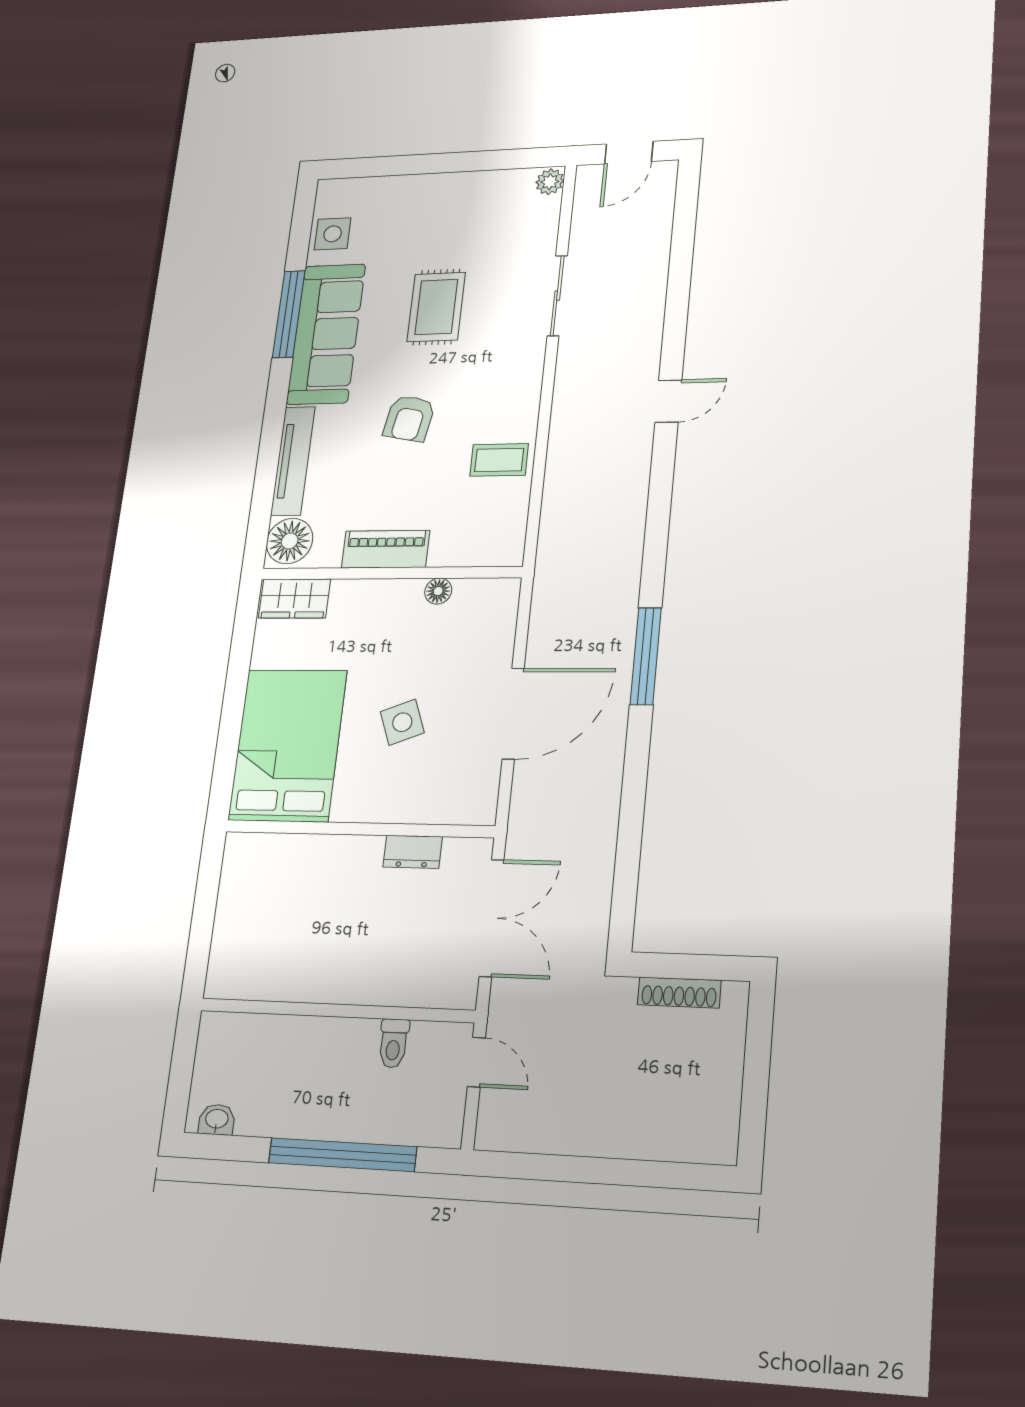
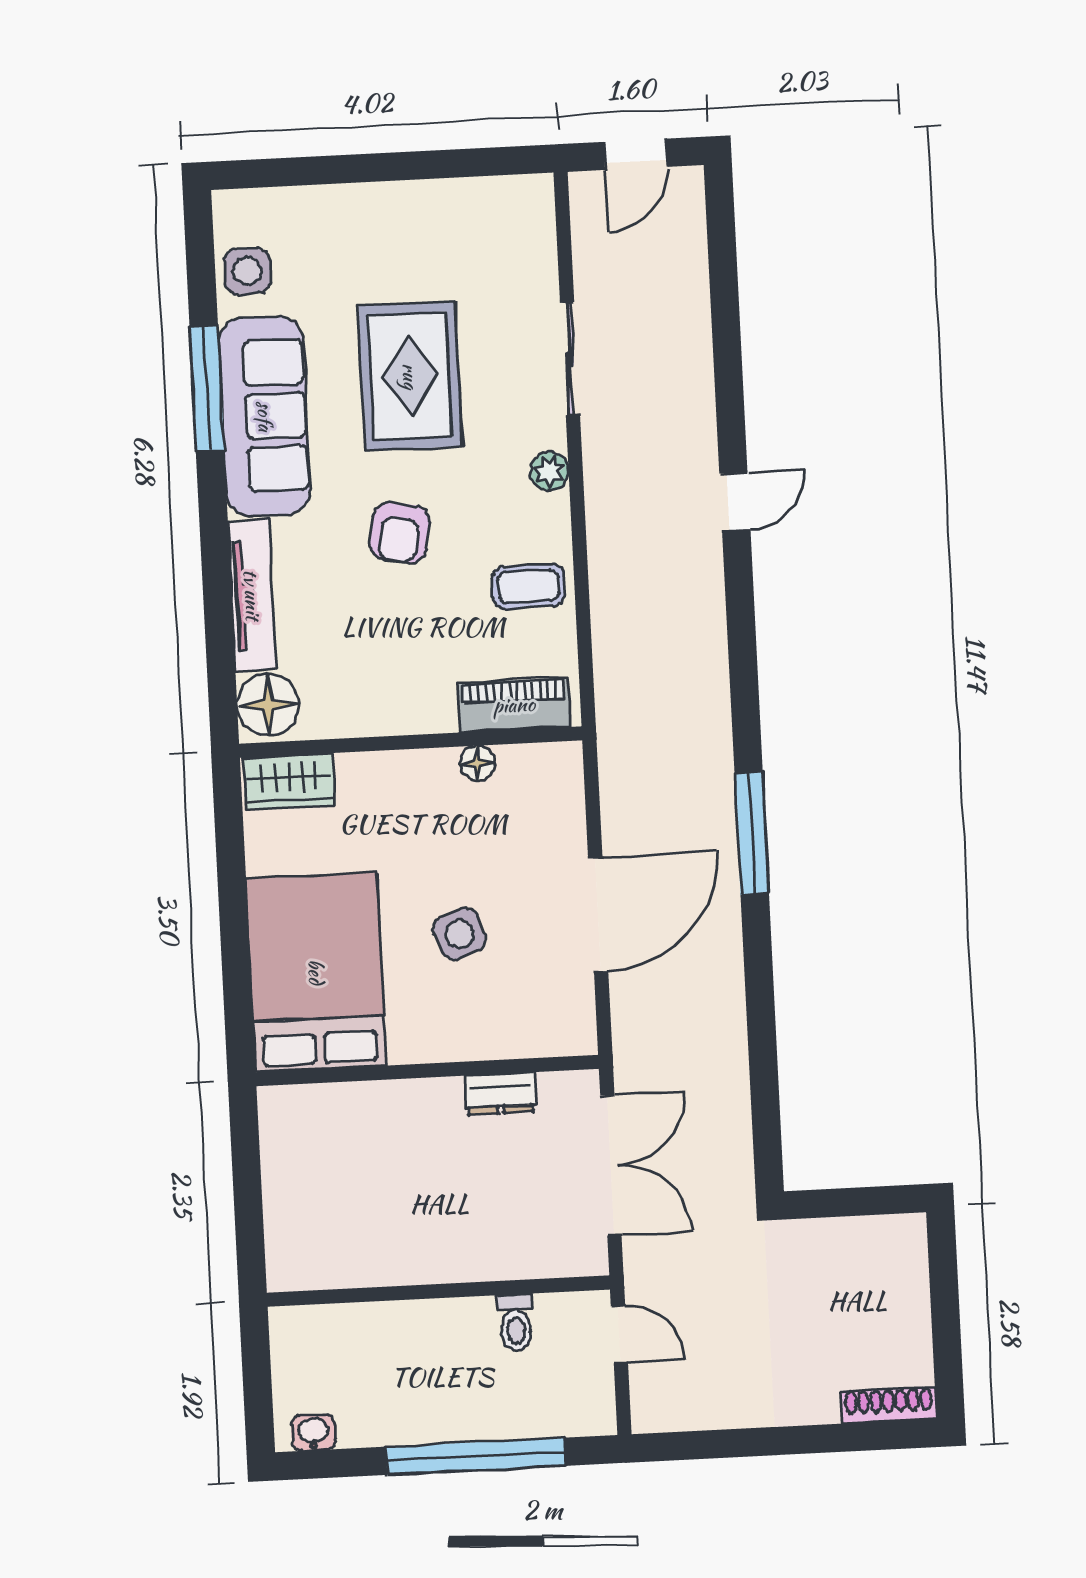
plant: (550, 182) -> (549, 471), moved
rug: (436, 307) -> (410, 376), width x1.36, depth x1.43
piano: (385, 549) -> (514, 705), moved
shoe rack: (679, 992) -> (888, 1405), moved, turned 180

